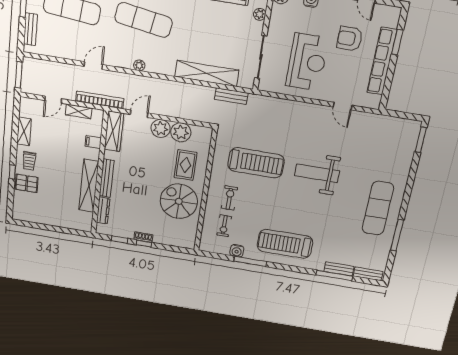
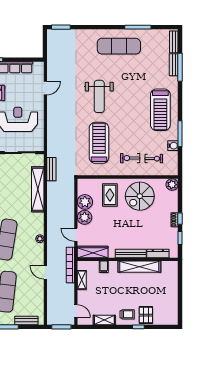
door: (53, 100) -> (76, 311), moved
rug: (186, 165) -> (110, 195), turned 90
plant: (188, 242) -> (172, 185), added

